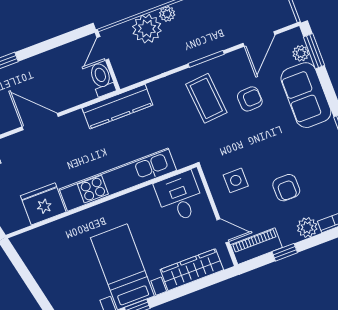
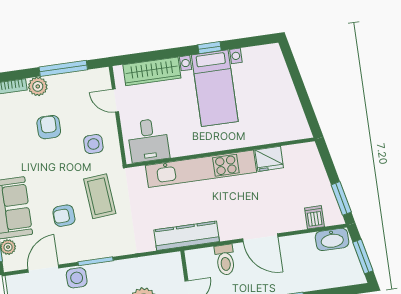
side table: (222, 37) -> (77, 278), added
toilet: (102, 79) -> (225, 260), moved
coffee table: (206, 98) -> (100, 196), moved
fridge: (43, 204) -> (269, 159), width x0.73, depth x0.75
piano: (256, 246) -> (88, 80), removed
window: (285, 252) -> (63, 68), width x2.17

